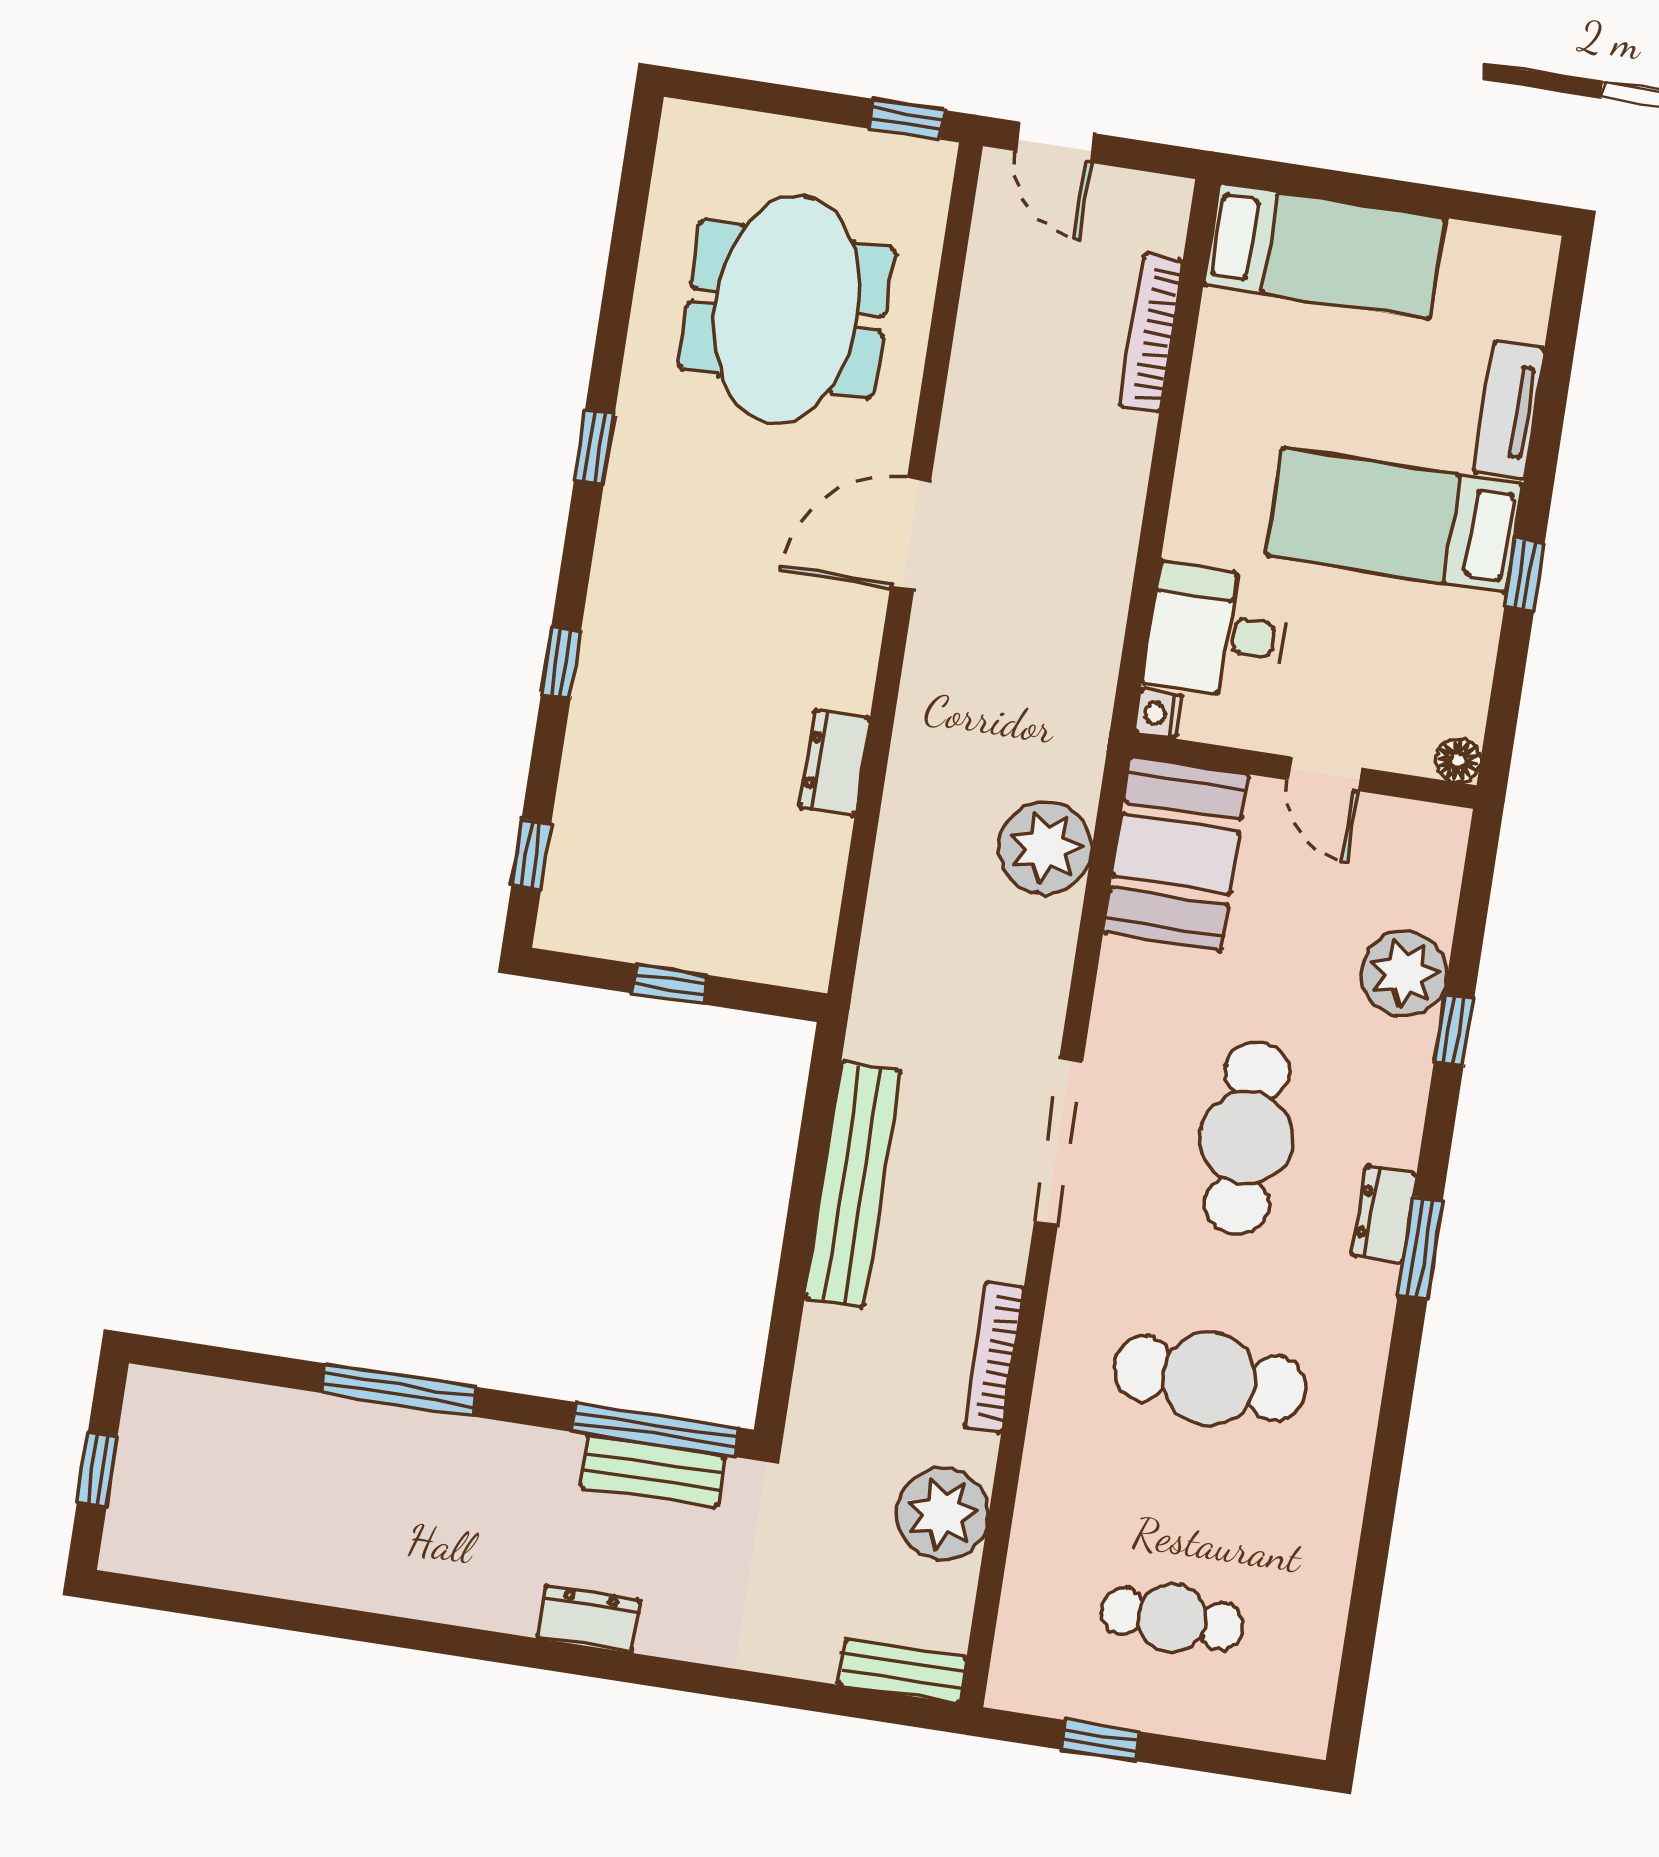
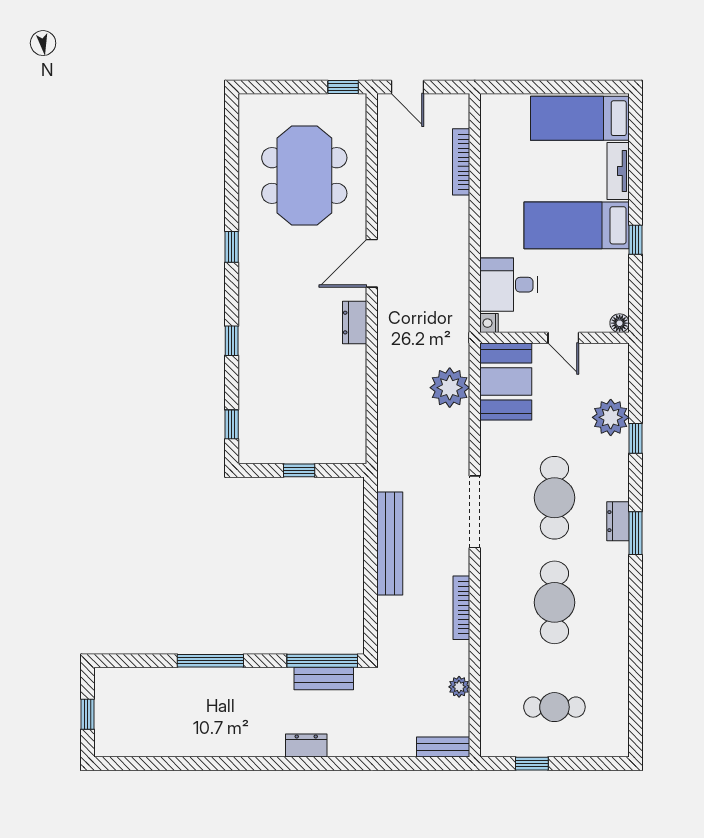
bed: (1324, 251) -> (580, 118), moved, turned 180
dresser: (835, 763) -> (355, 323), moved
cafe table: (1209, 1378) -> (554, 602), turned 90
plant: (942, 1514) -> (459, 687), width x0.53, depth x0.53

